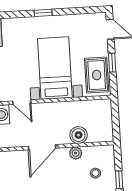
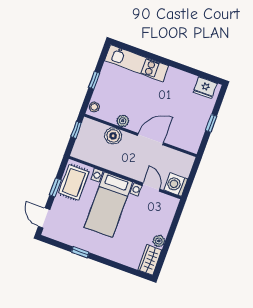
window: (43, 13) -> (80, 252), moved
window: (116, 126) -> (76, 130), added
stool: (95, 173) -> (94, 107), moved

